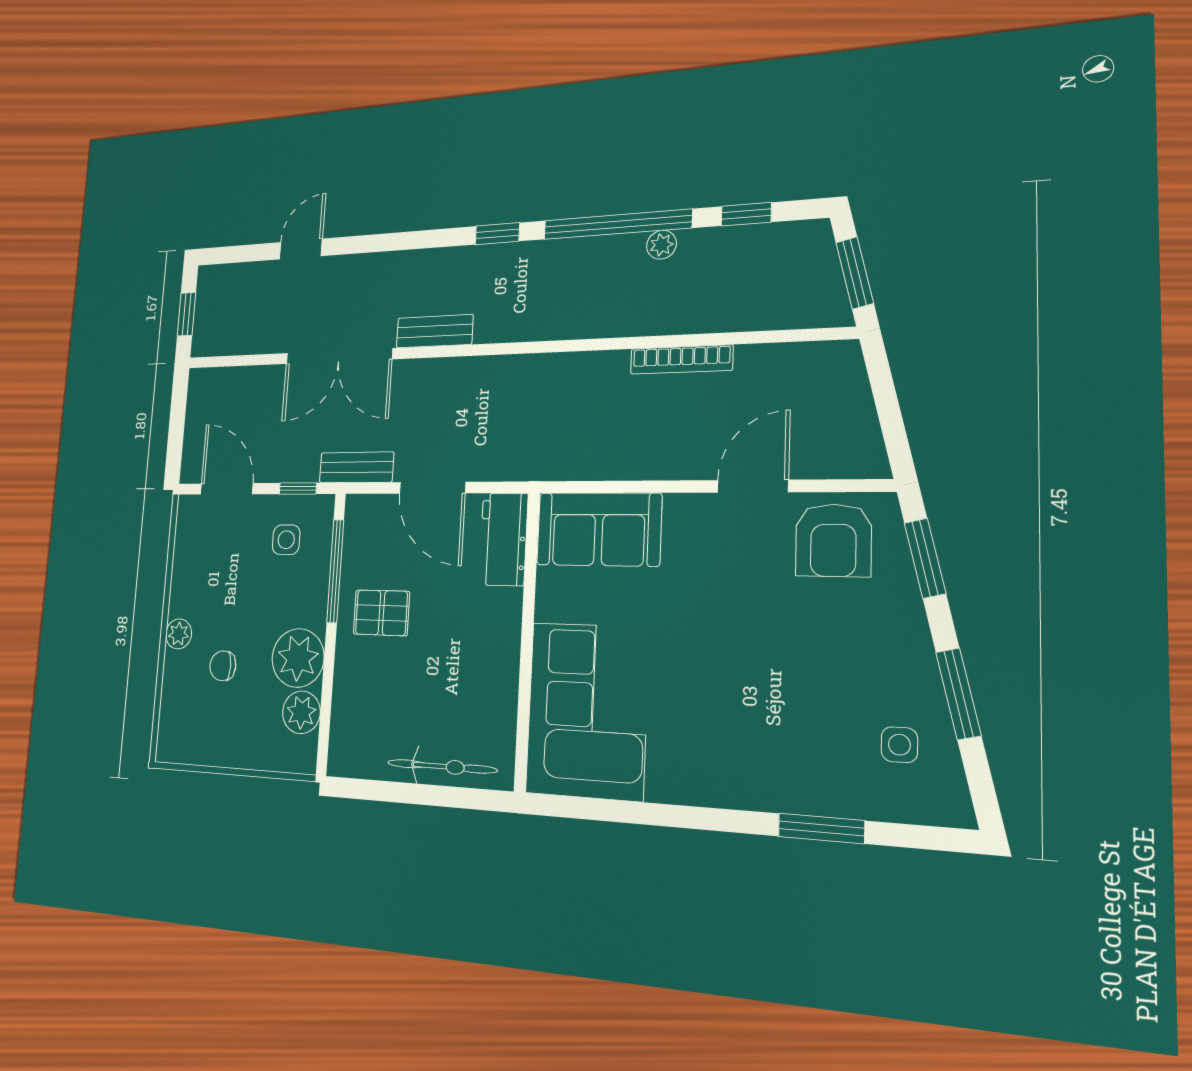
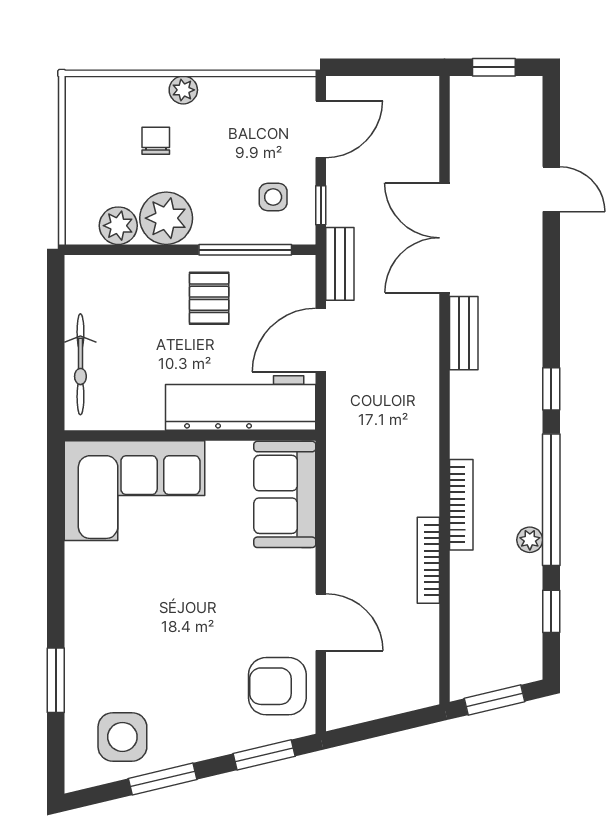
bookcase: (619, 325) -> (461, 505), added
workbench: (503, 539) -> (241, 403), width x1.87, depth x1.32
side table: (899, 745) -> (122, 737), width x1.87, depth x1.87

